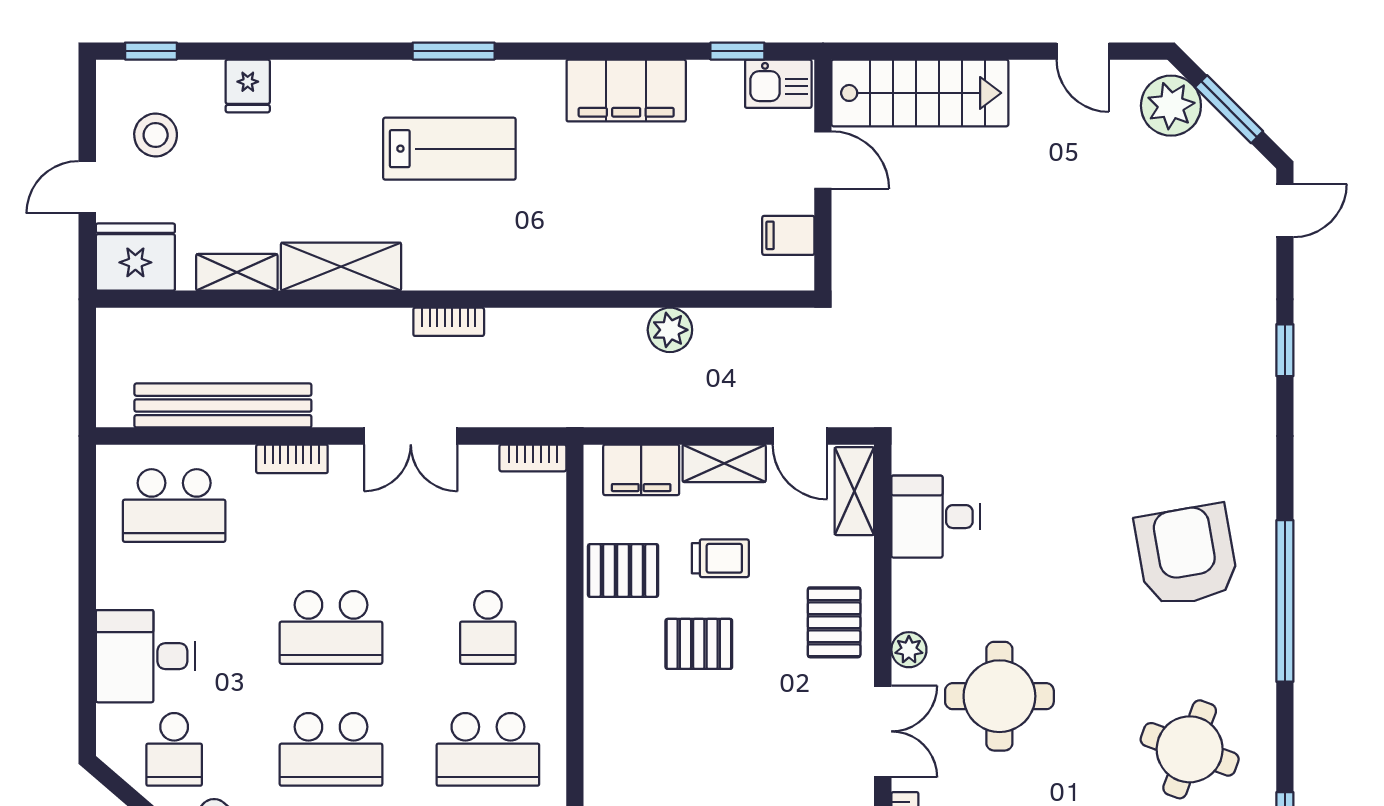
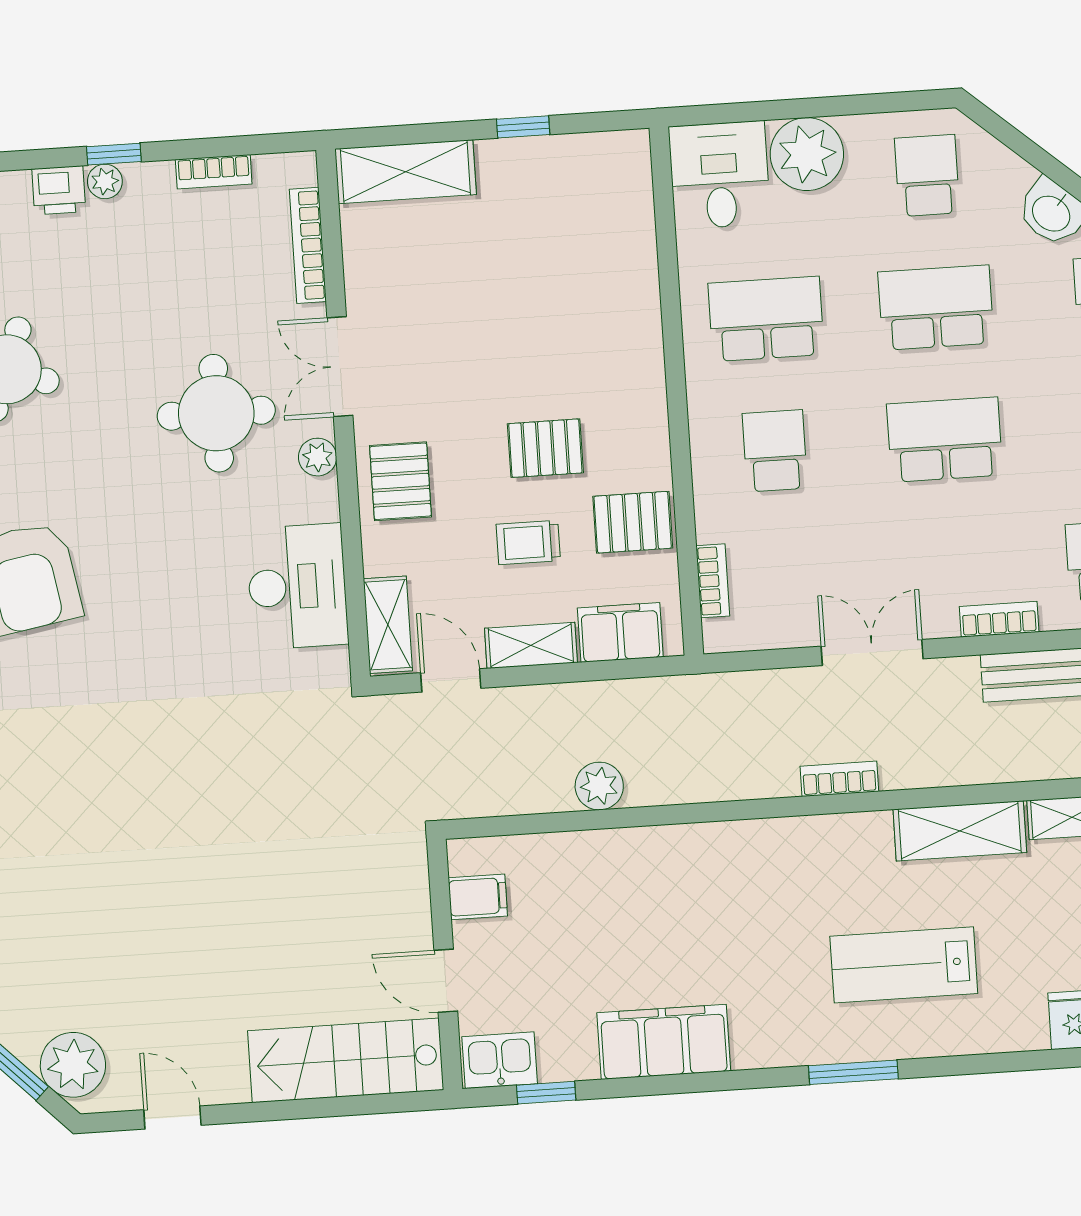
lab bench: (449, 149) -> (904, 965), moved
bookcase: (533, 458) -> (713, 581), moved, turned 90
desk: (936, 517) -> (297, 586), width x1.37

